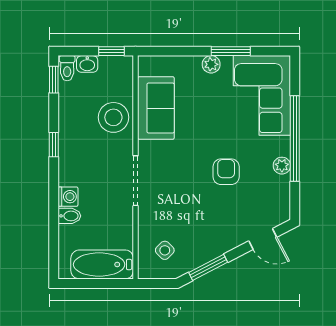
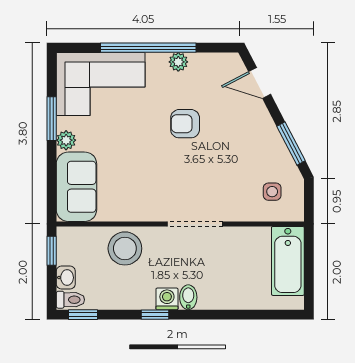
sofa: (156, 108) -> (76, 187), moved, turned 90
washing machine: (68, 197) -> (167, 299), moved
bidet: (69, 216) -> (188, 297), moved
door: (263, 239) -> (260, 83), swing flipped
side table: (165, 250) -> (272, 192), turned 45

